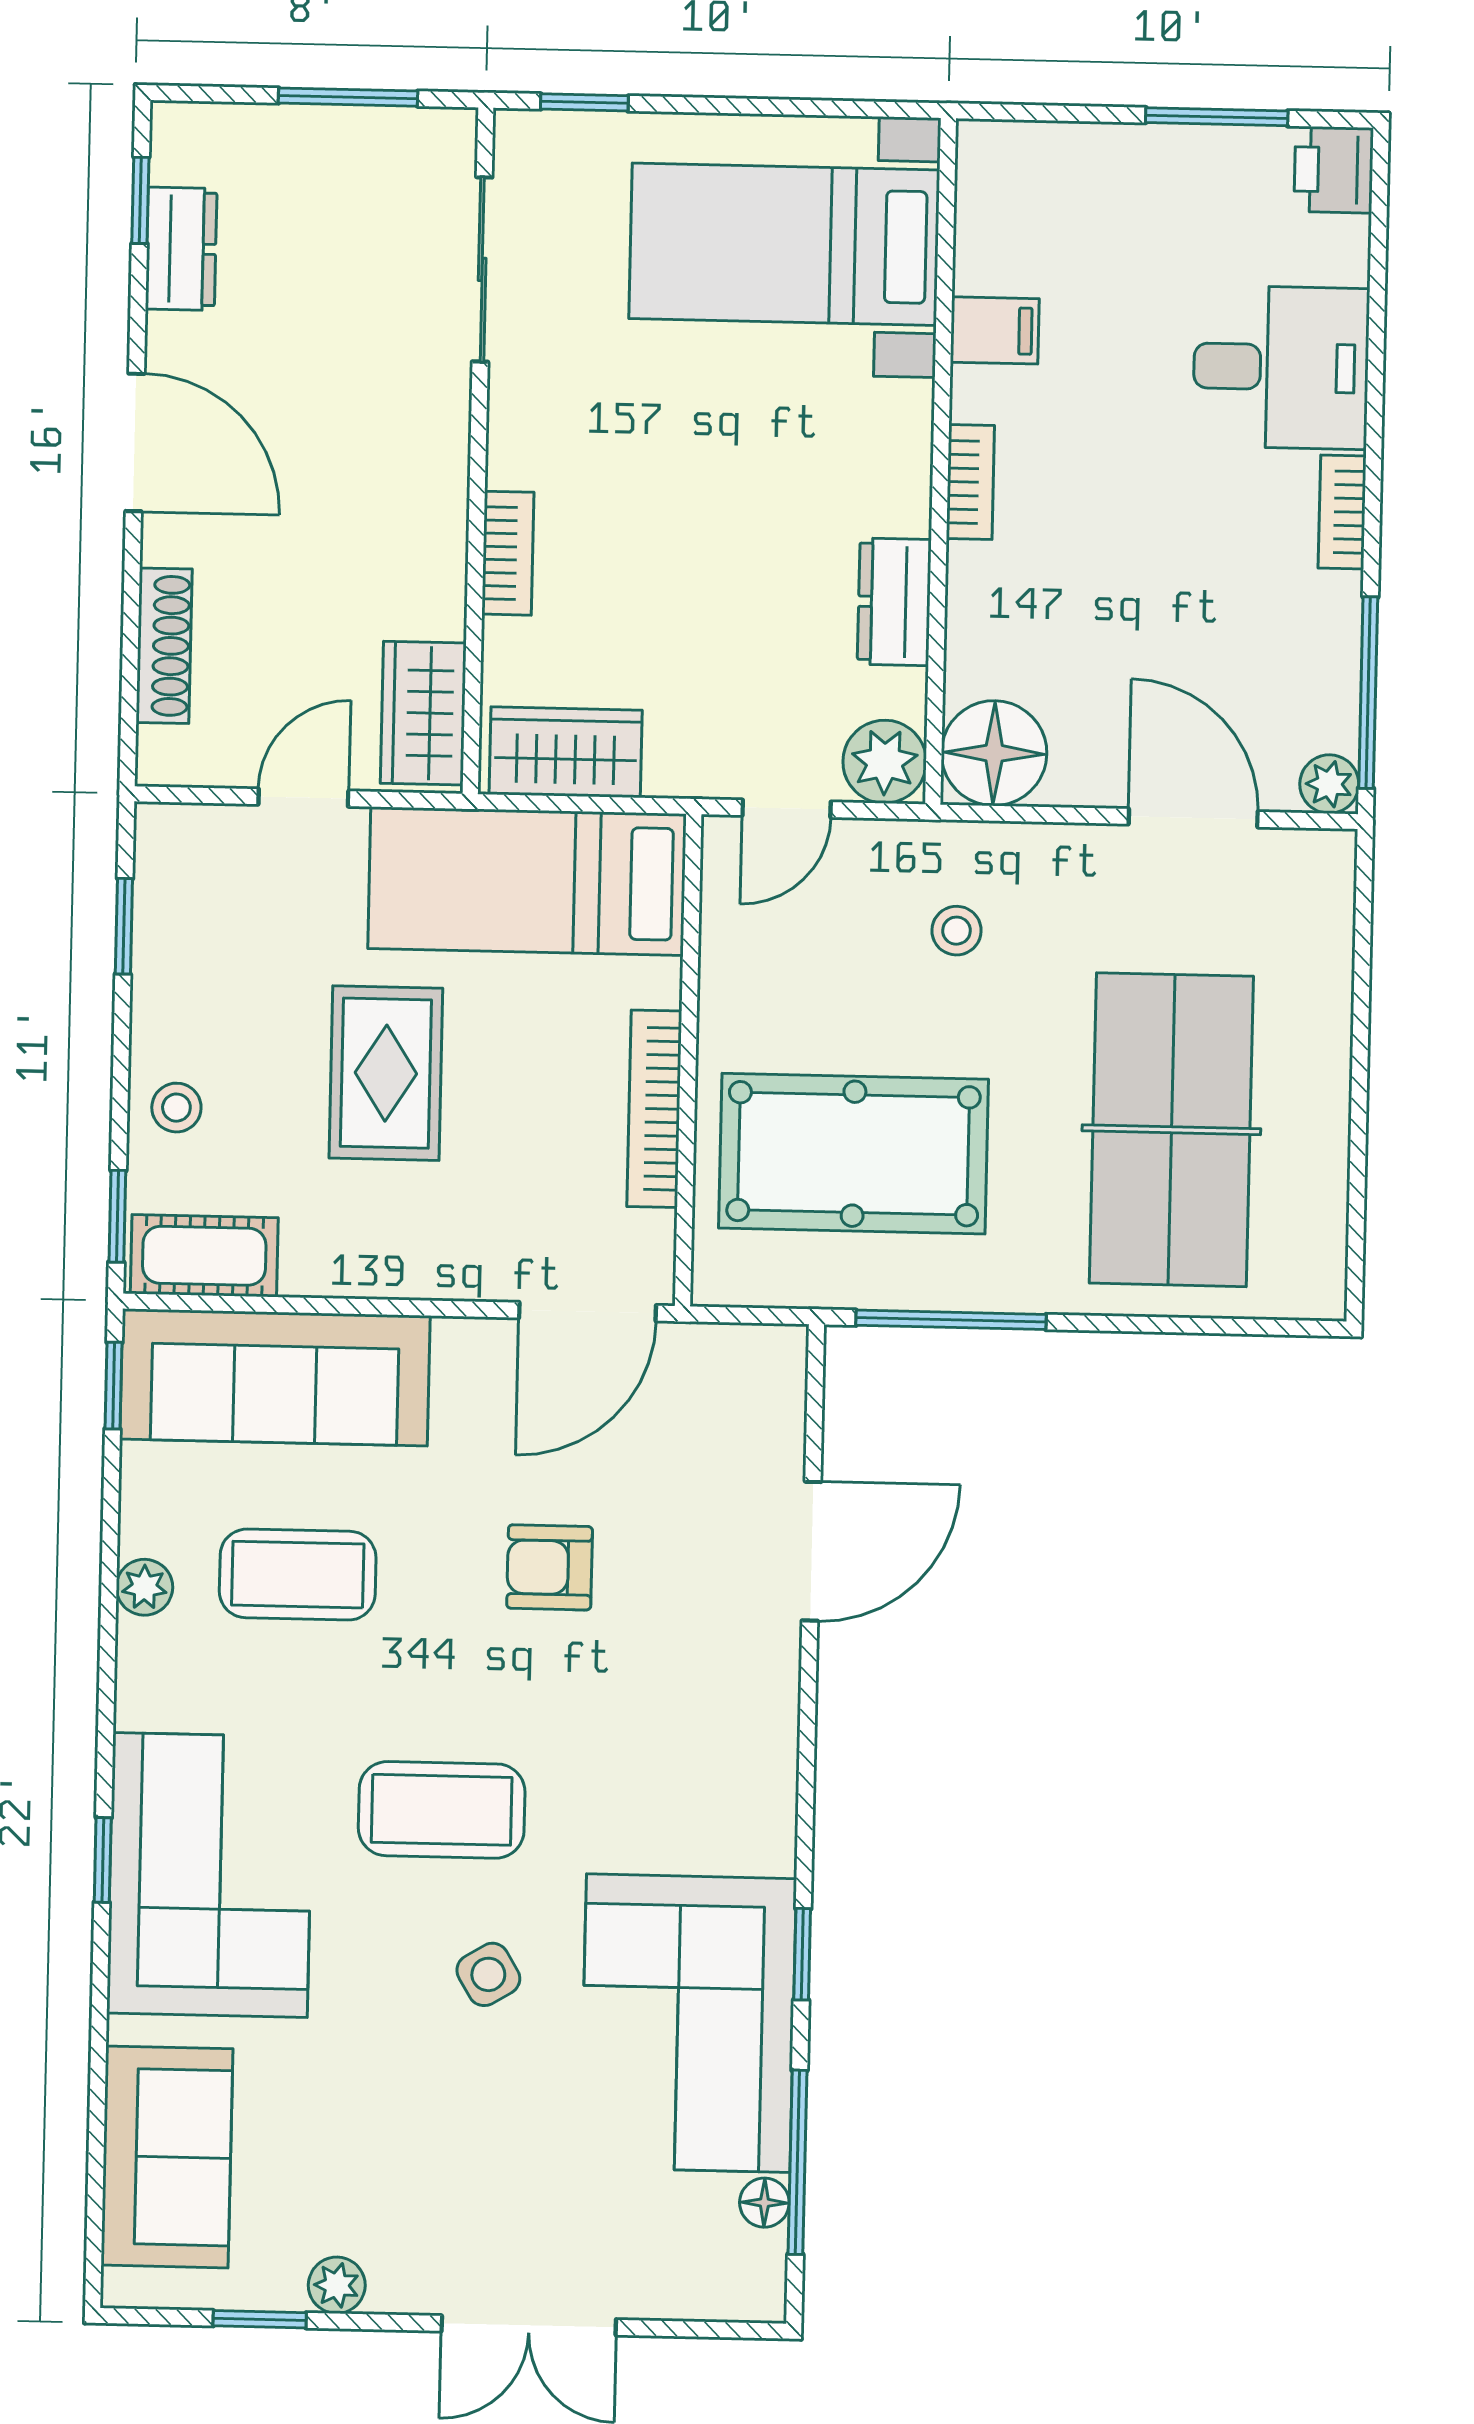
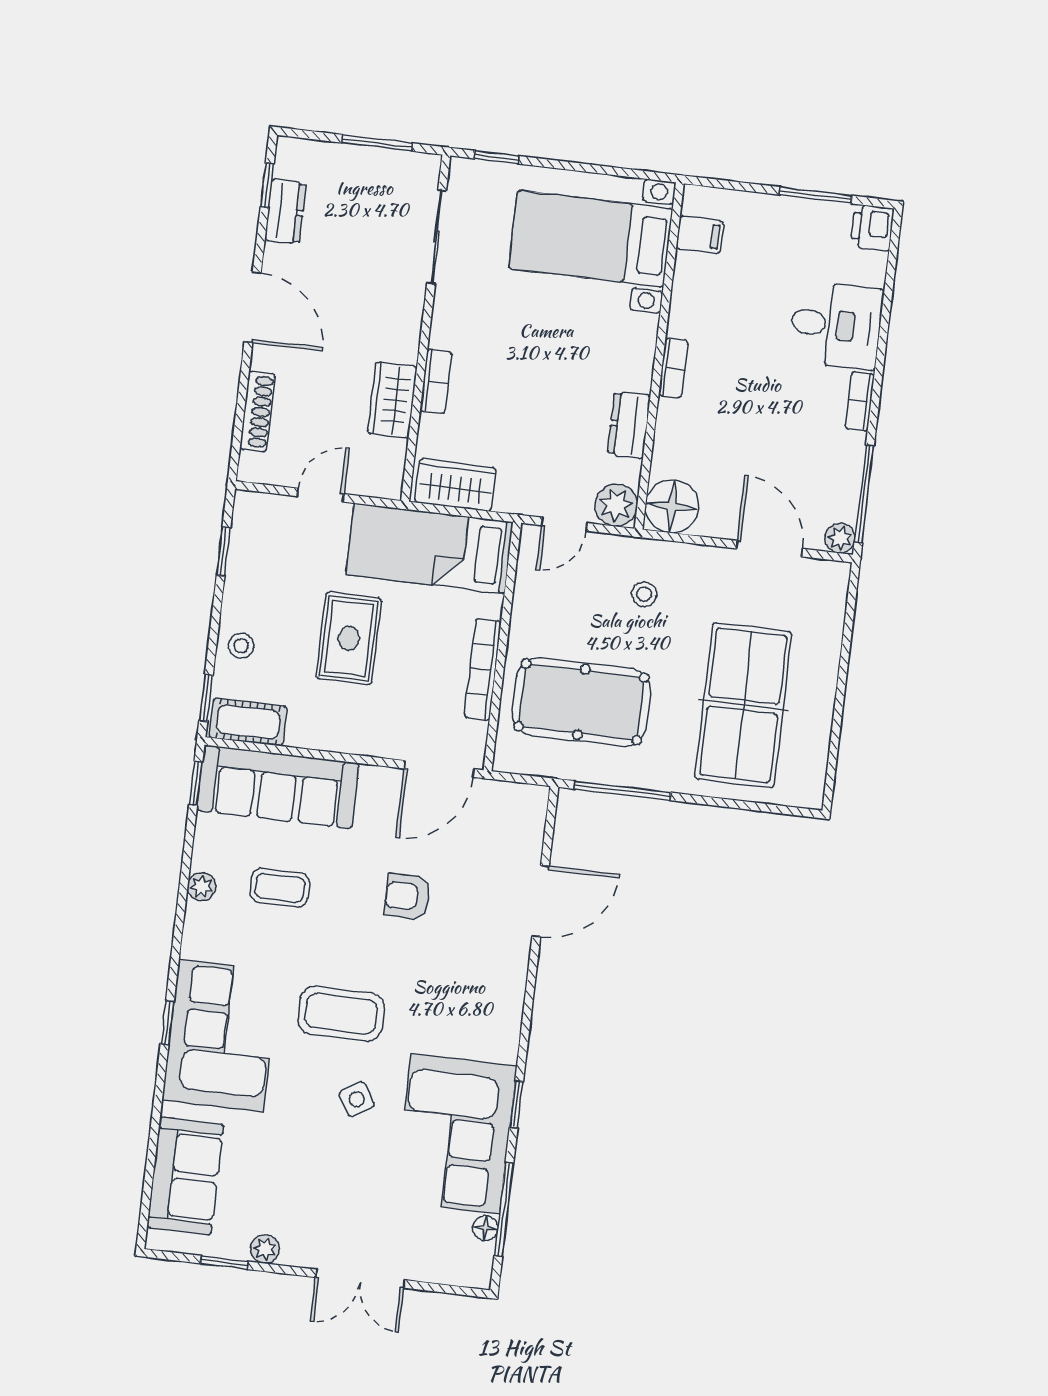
filing cabinet: (995, 330) -> (700, 235), moved
wardrobe: (423, 713) -> (392, 400), moved
coffee table: (298, 1575) -> (280, 888), width x0.73, depth x0.77

